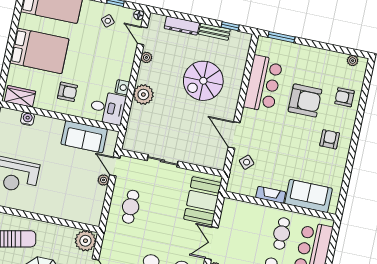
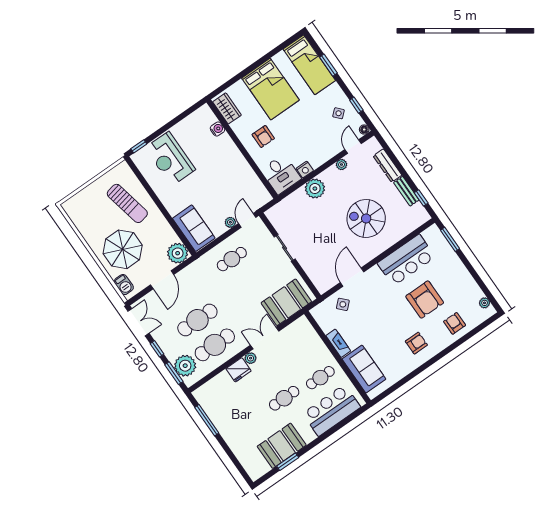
sofa: (84, 137) -> (194, 228), moved, turned 180

